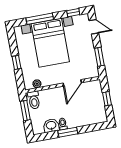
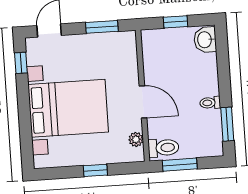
window: (40, 19) -> (25, 122), removed
door: (72, 83) -> (143, 102), moved
washbasin: (51, 126) -> (205, 40), moved
window: (68, 132) -> (227, 124), moved

